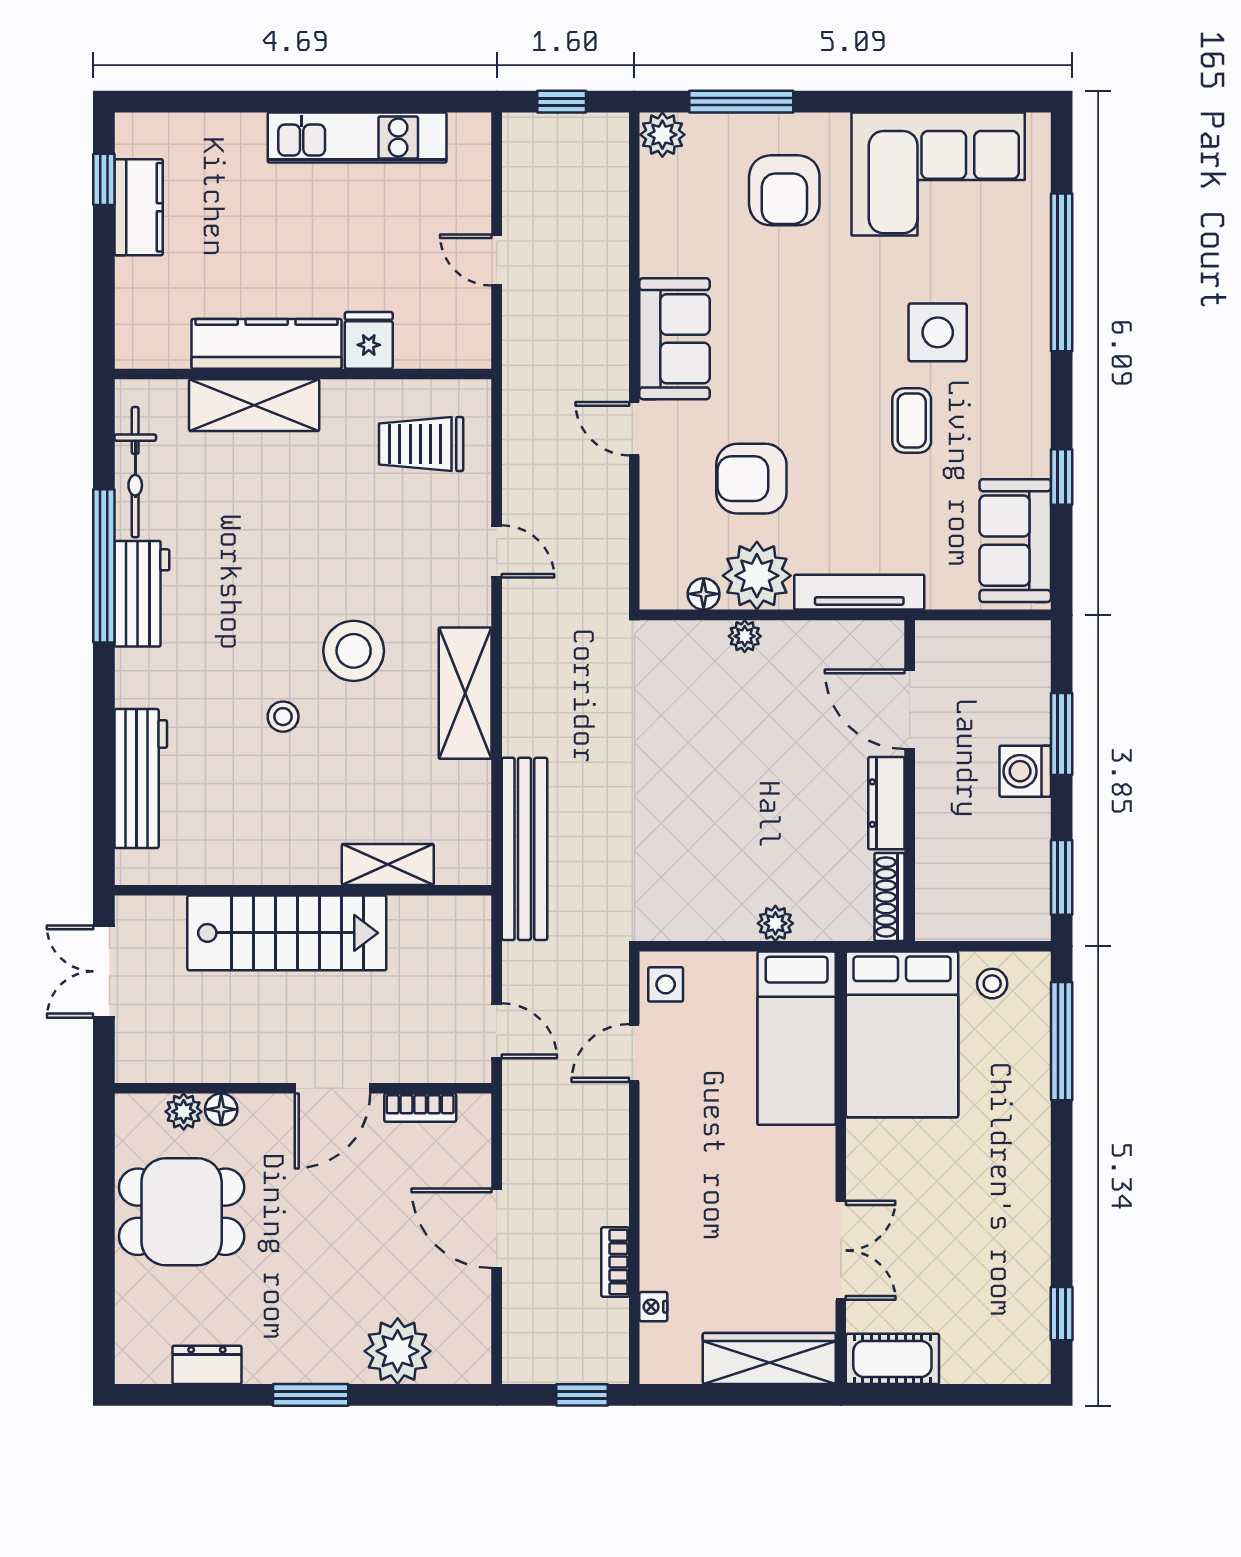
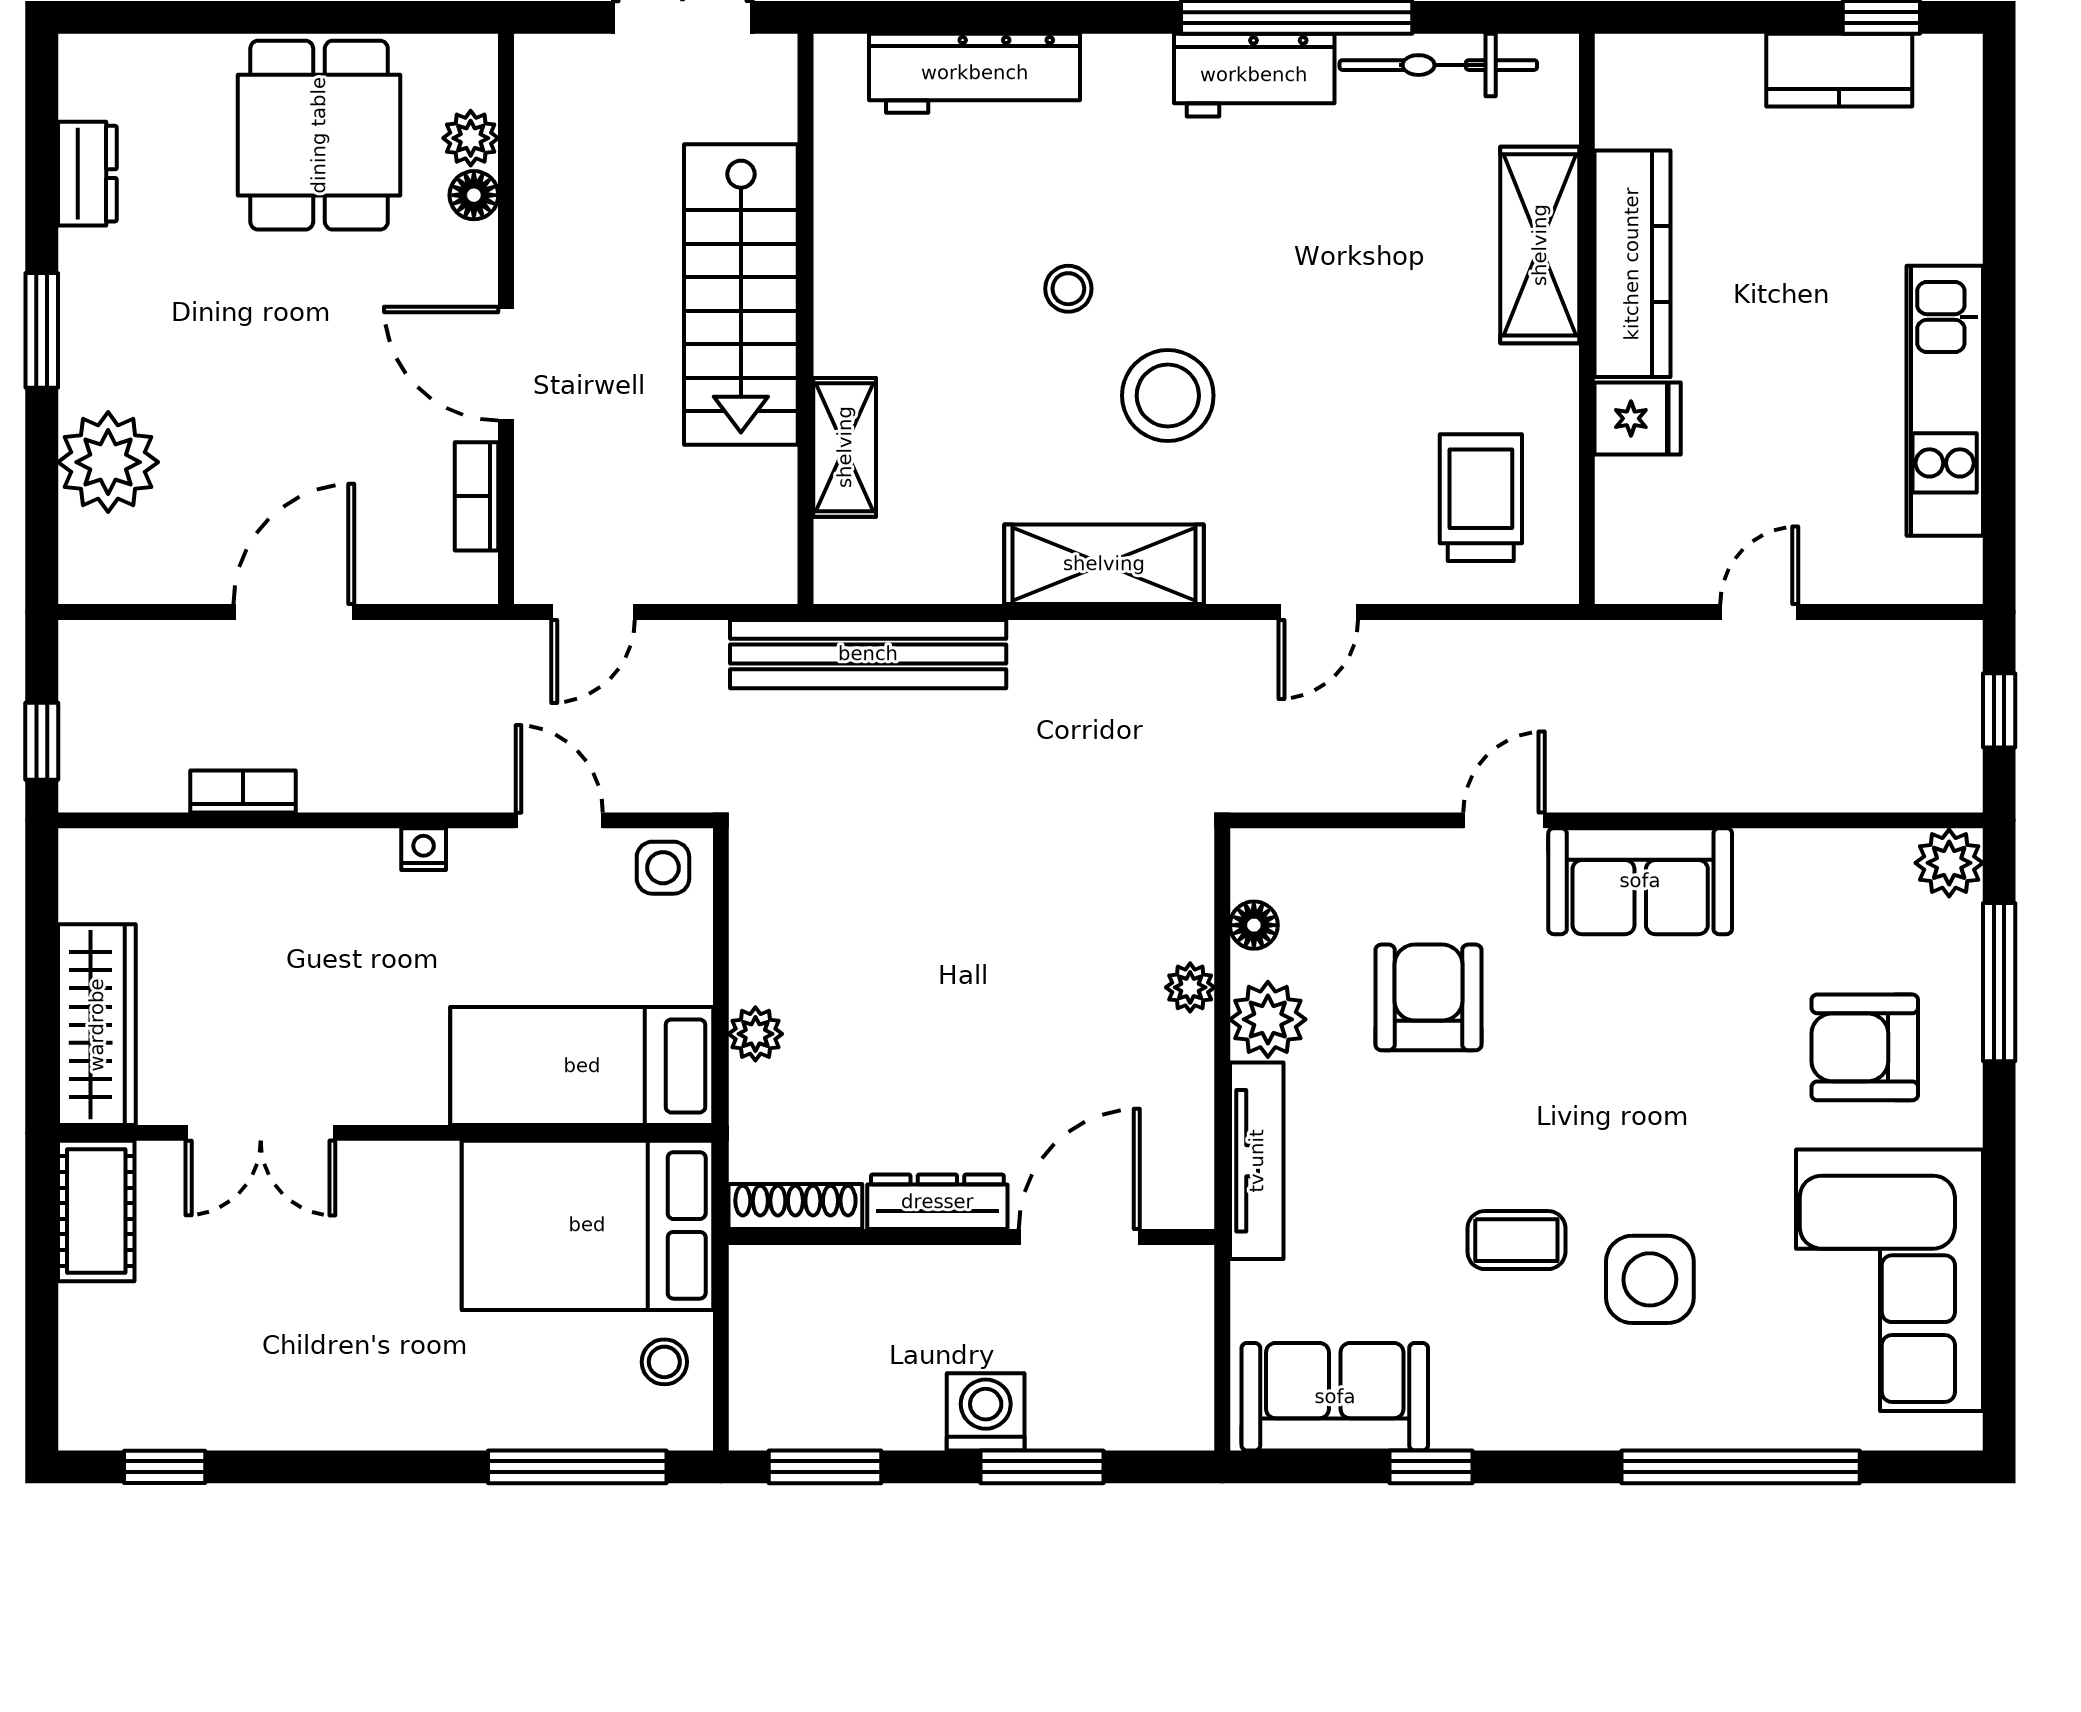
plant: (757, 576) -> (1268, 1019), width x0.73, depth x0.73
nightstand: (653, 1307) -> (424, 849), moved

